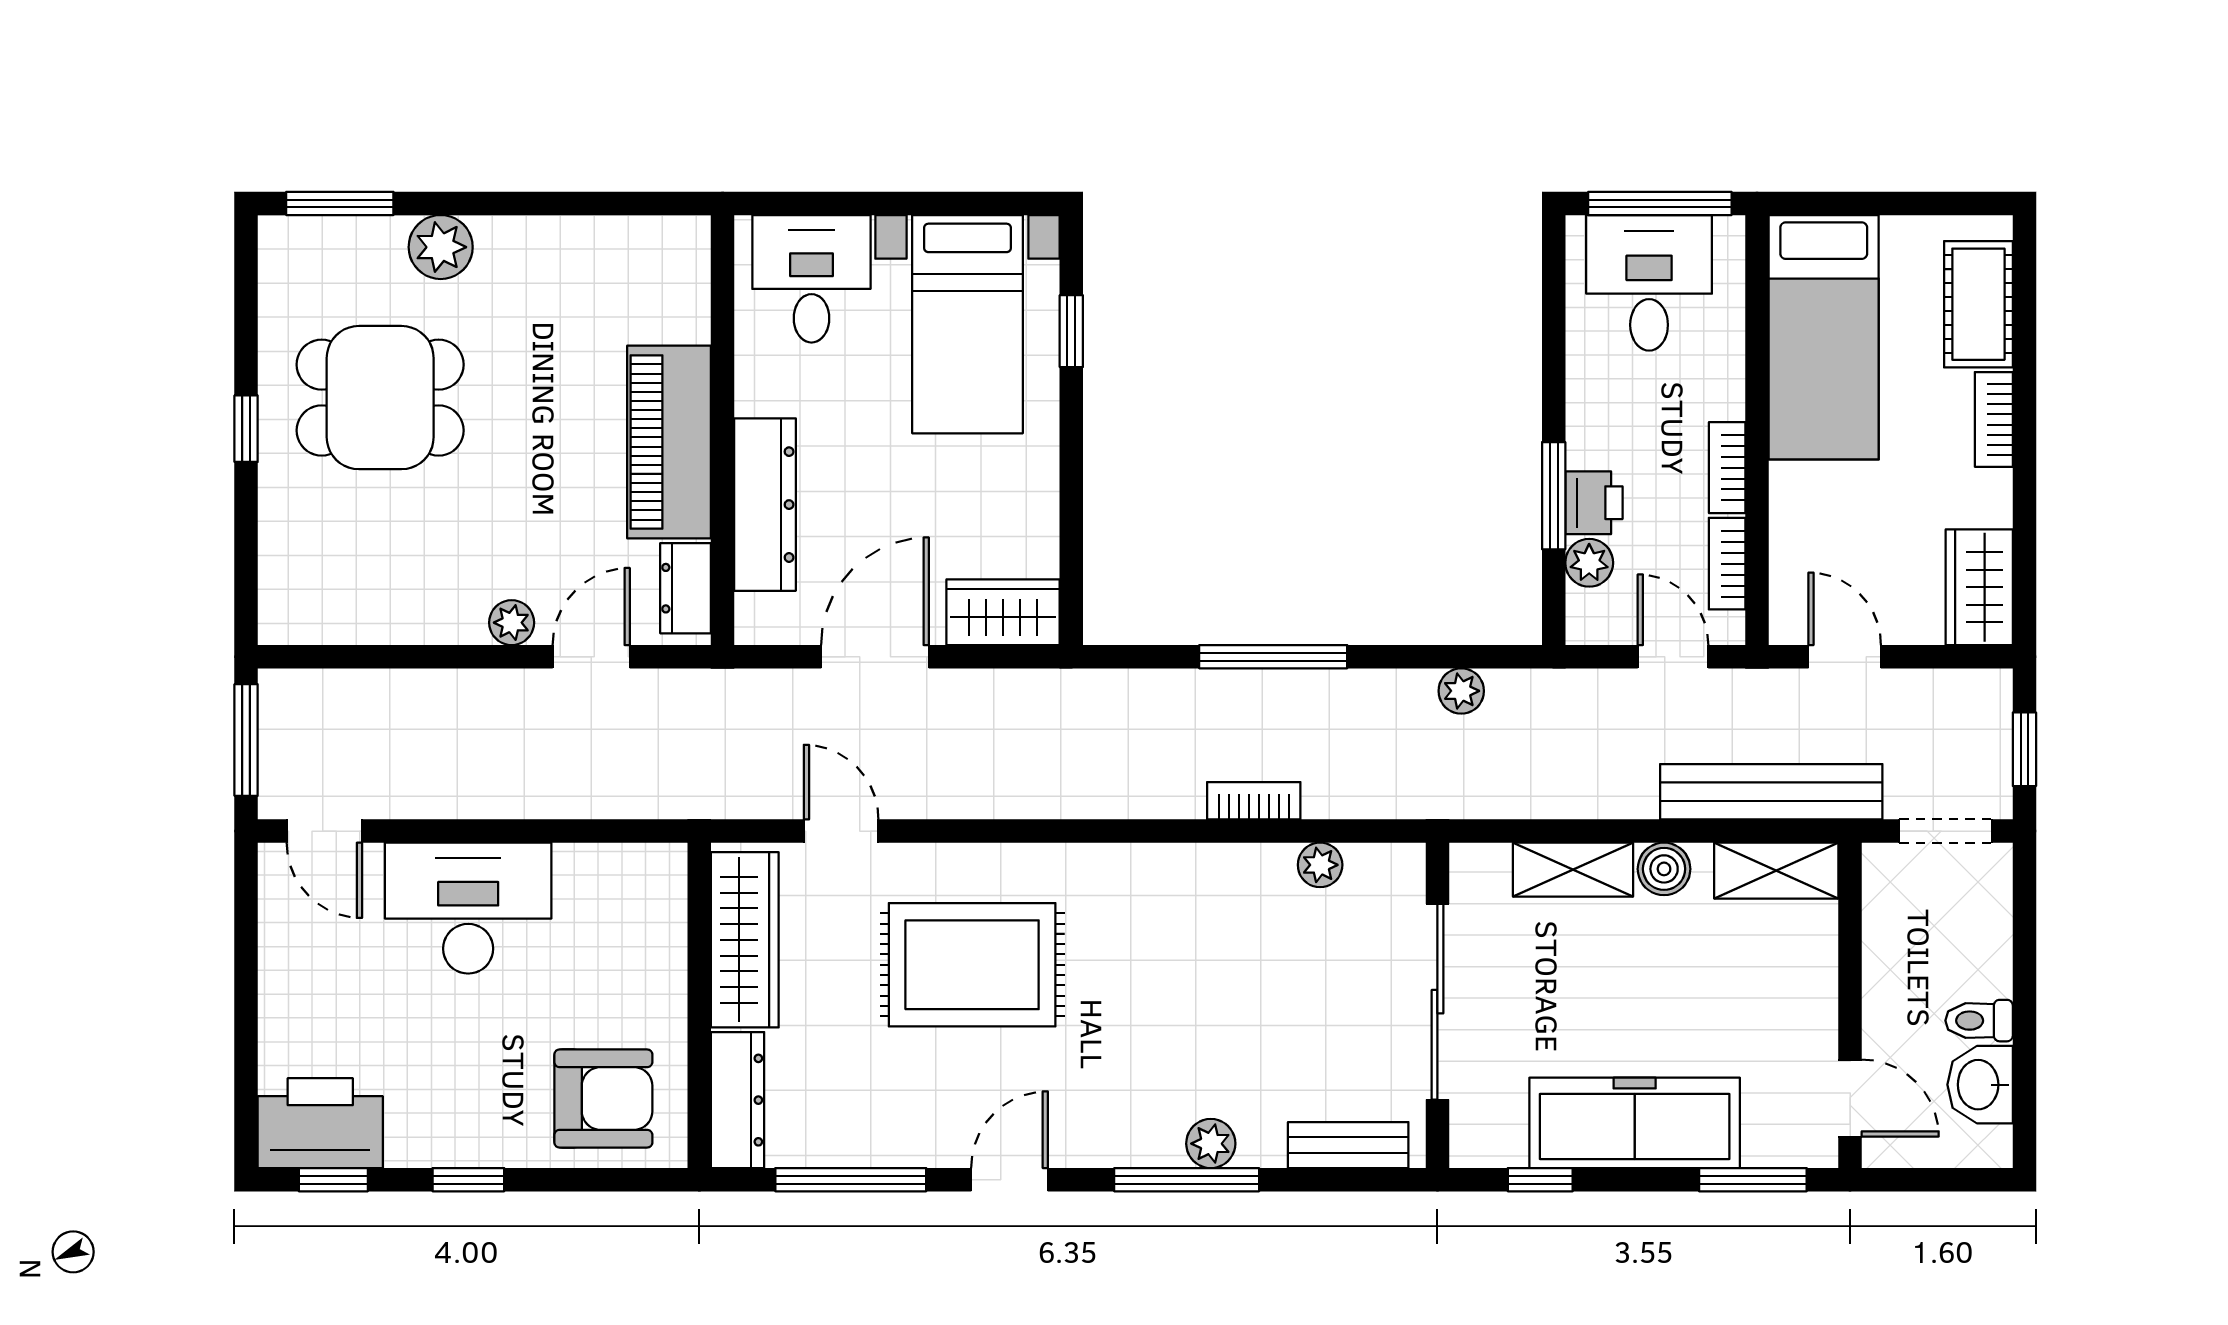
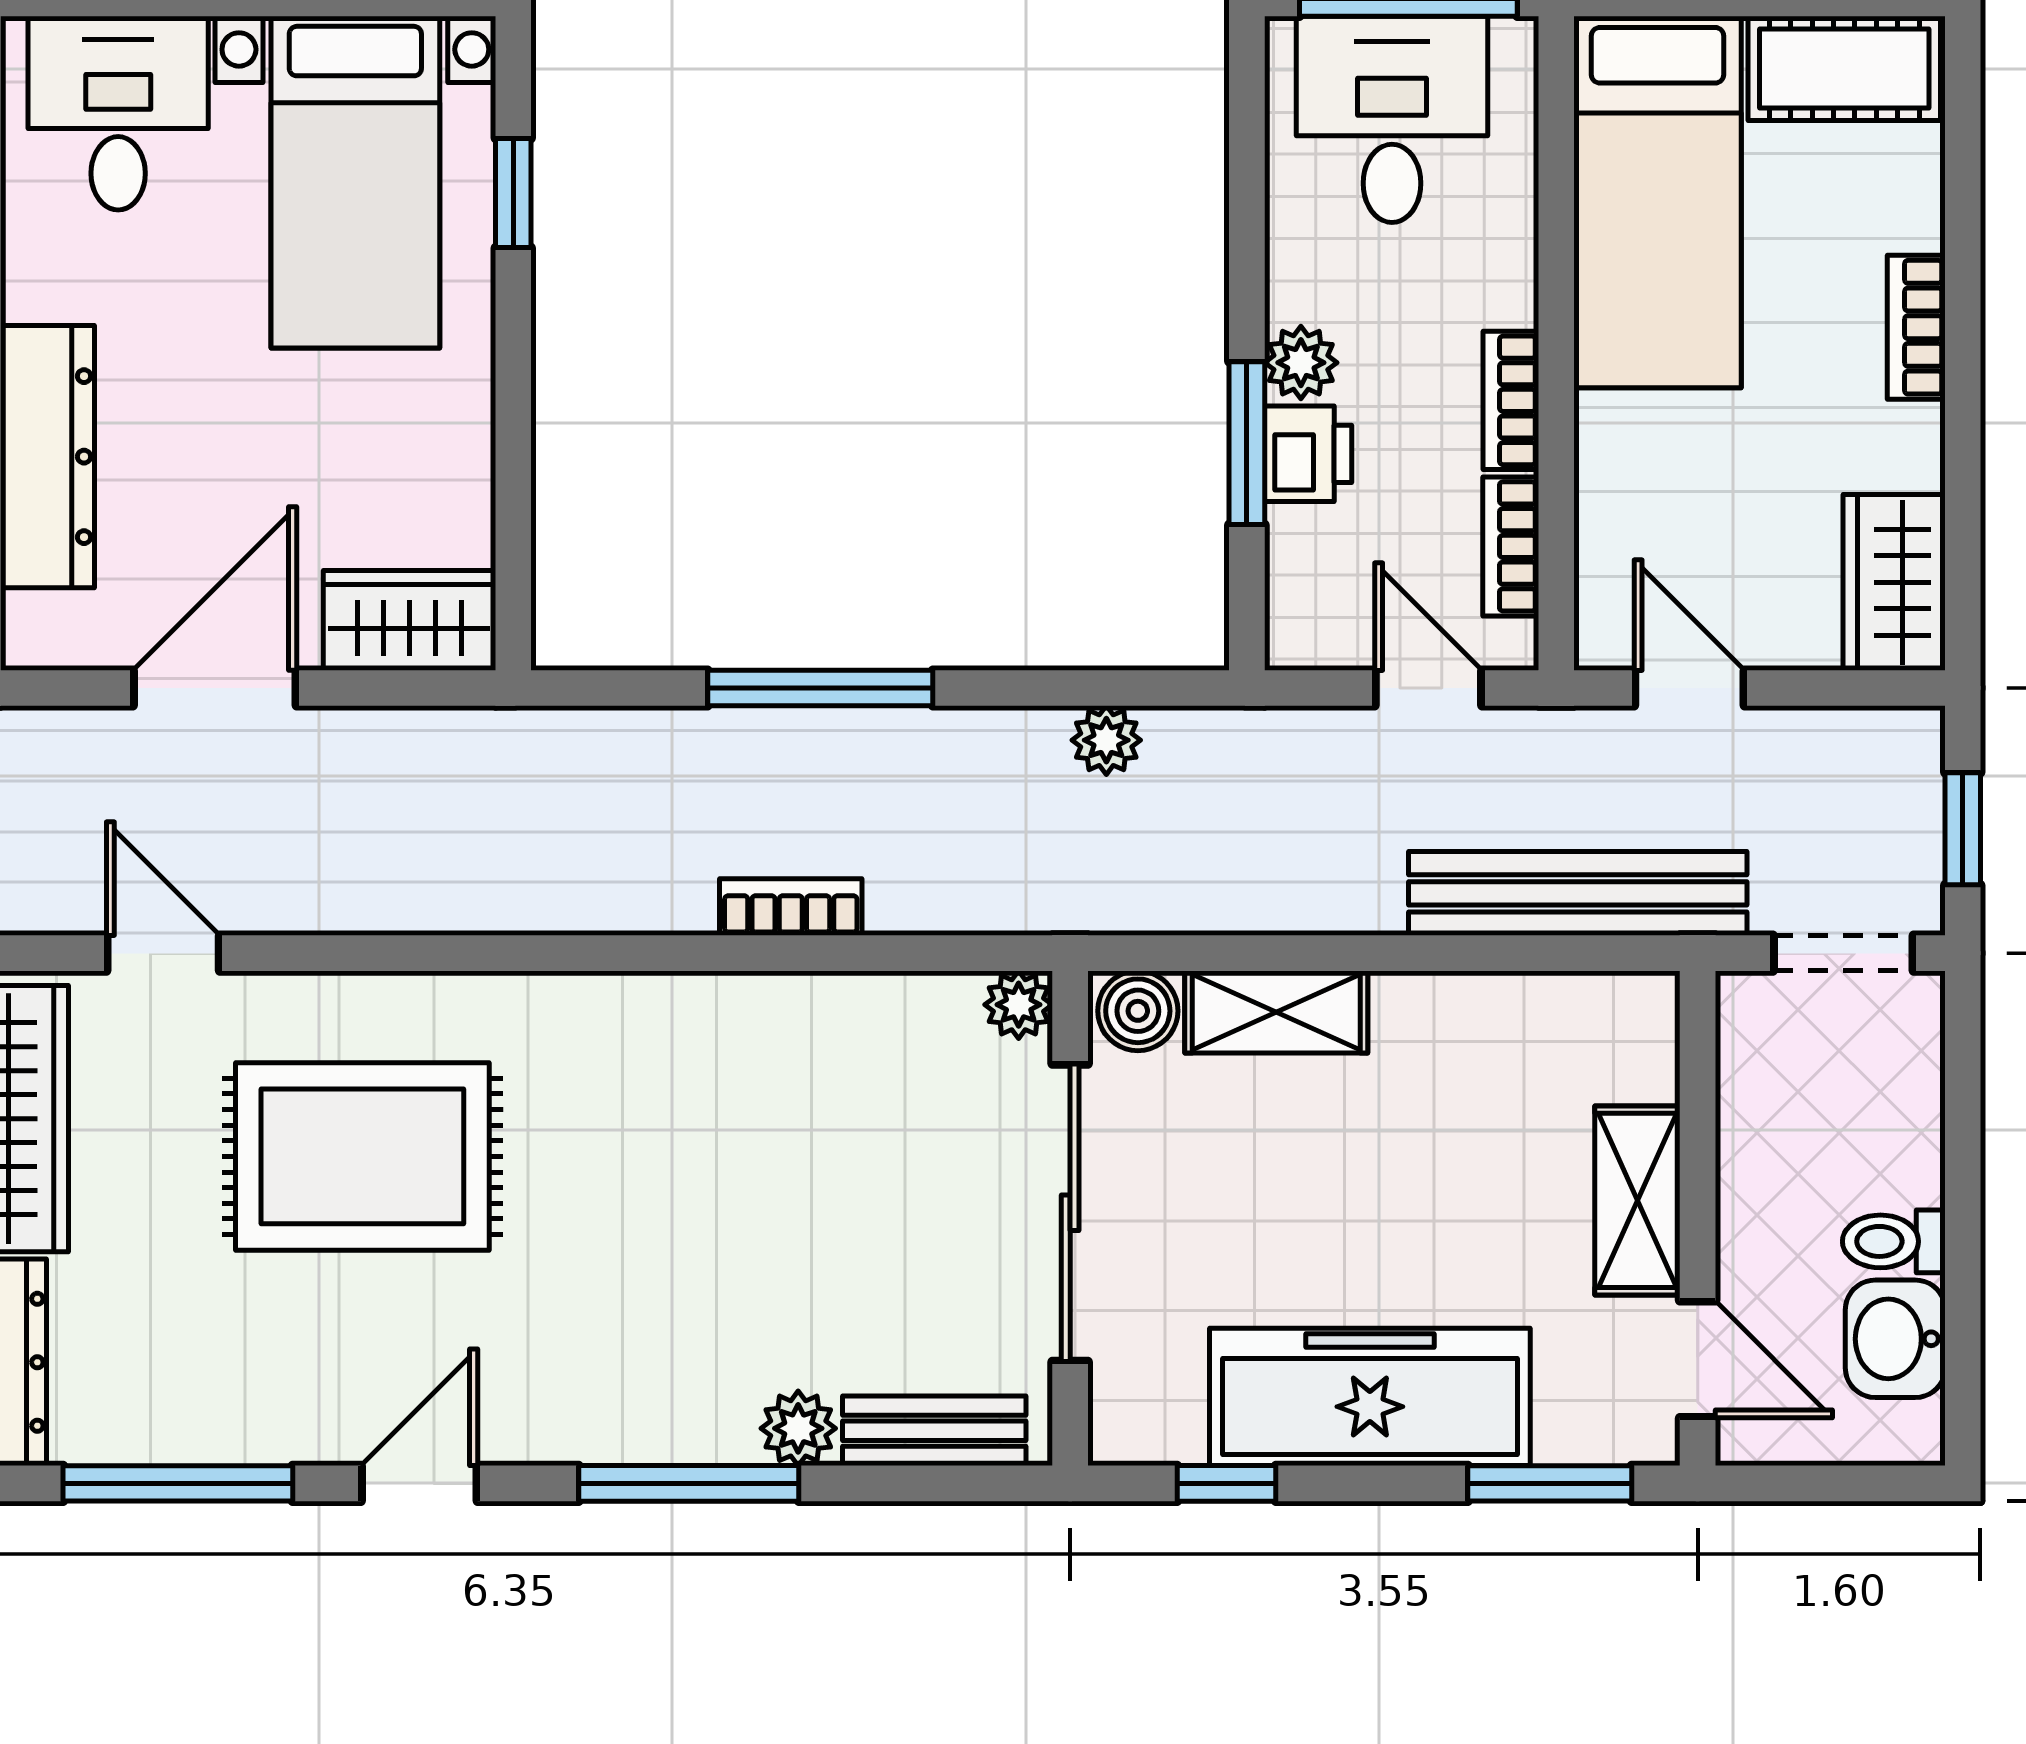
cot: (1978, 304) -> (1844, 68), moved, turned 90
plant: (1589, 563) -> (1301, 363), moved
plant: (1320, 865) -> (1019, 1005), moved
boiler: (1664, 869) -> (1138, 1011), moved
shelving: (1776, 871) -> (1637, 1200), moved, turned 90
plant: (1211, 1144) -> (798, 1428), moved

